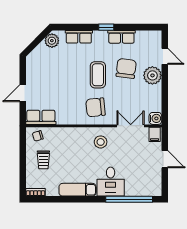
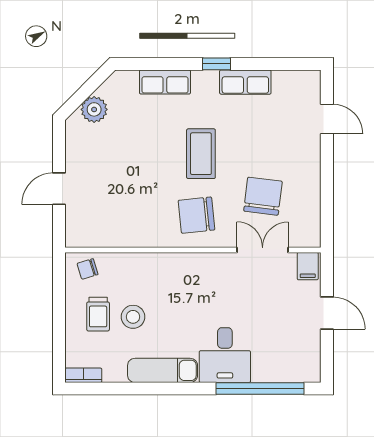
plant: (52, 41) -> (94, 109), moved
chair: (126, 68) -> (263, 196), moved
plant: (152, 75) -> (304, 155), removed
row of seats: (41, 117) -> (93, 234), removed
water cooler: (155, 118) -> (309, 236), removed
stool: (101, 142) -> (133, 317), moved

